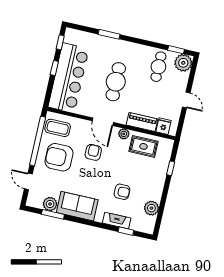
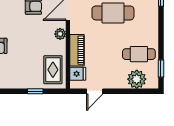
plant: (183, 63) -> (137, 79), moved
door: (186, 100) -> (95, 91), moved
rug: (143, 146) -> (53, 70), moved

